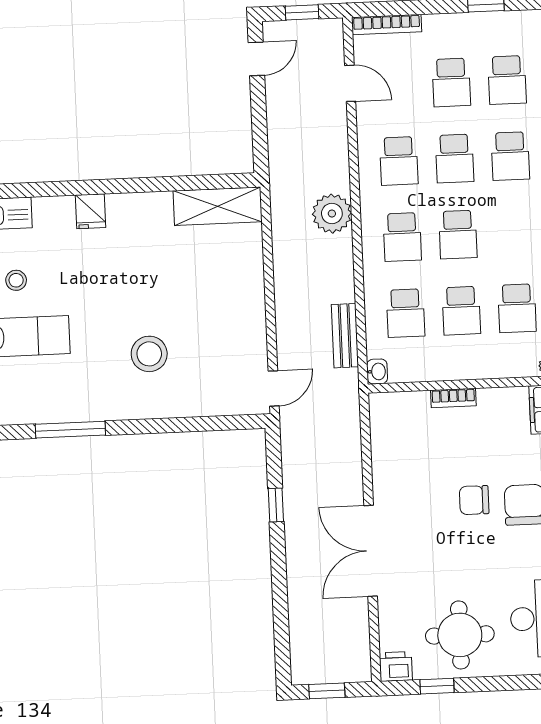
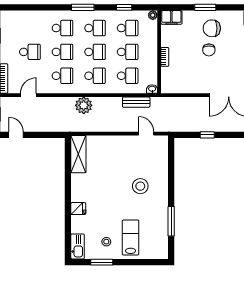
school desk: (507, 80) -> (95, 28), moved
door: (274, 388) -> (146, 134), moved

